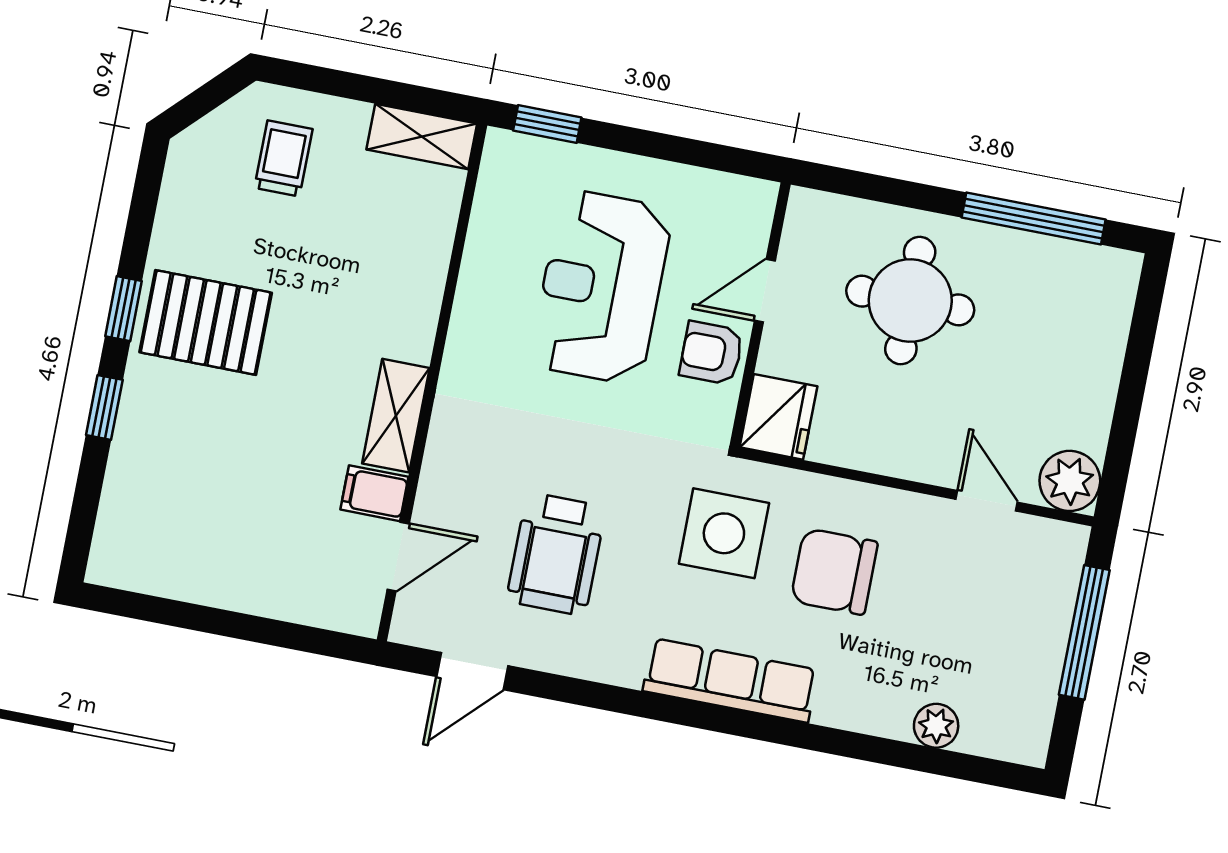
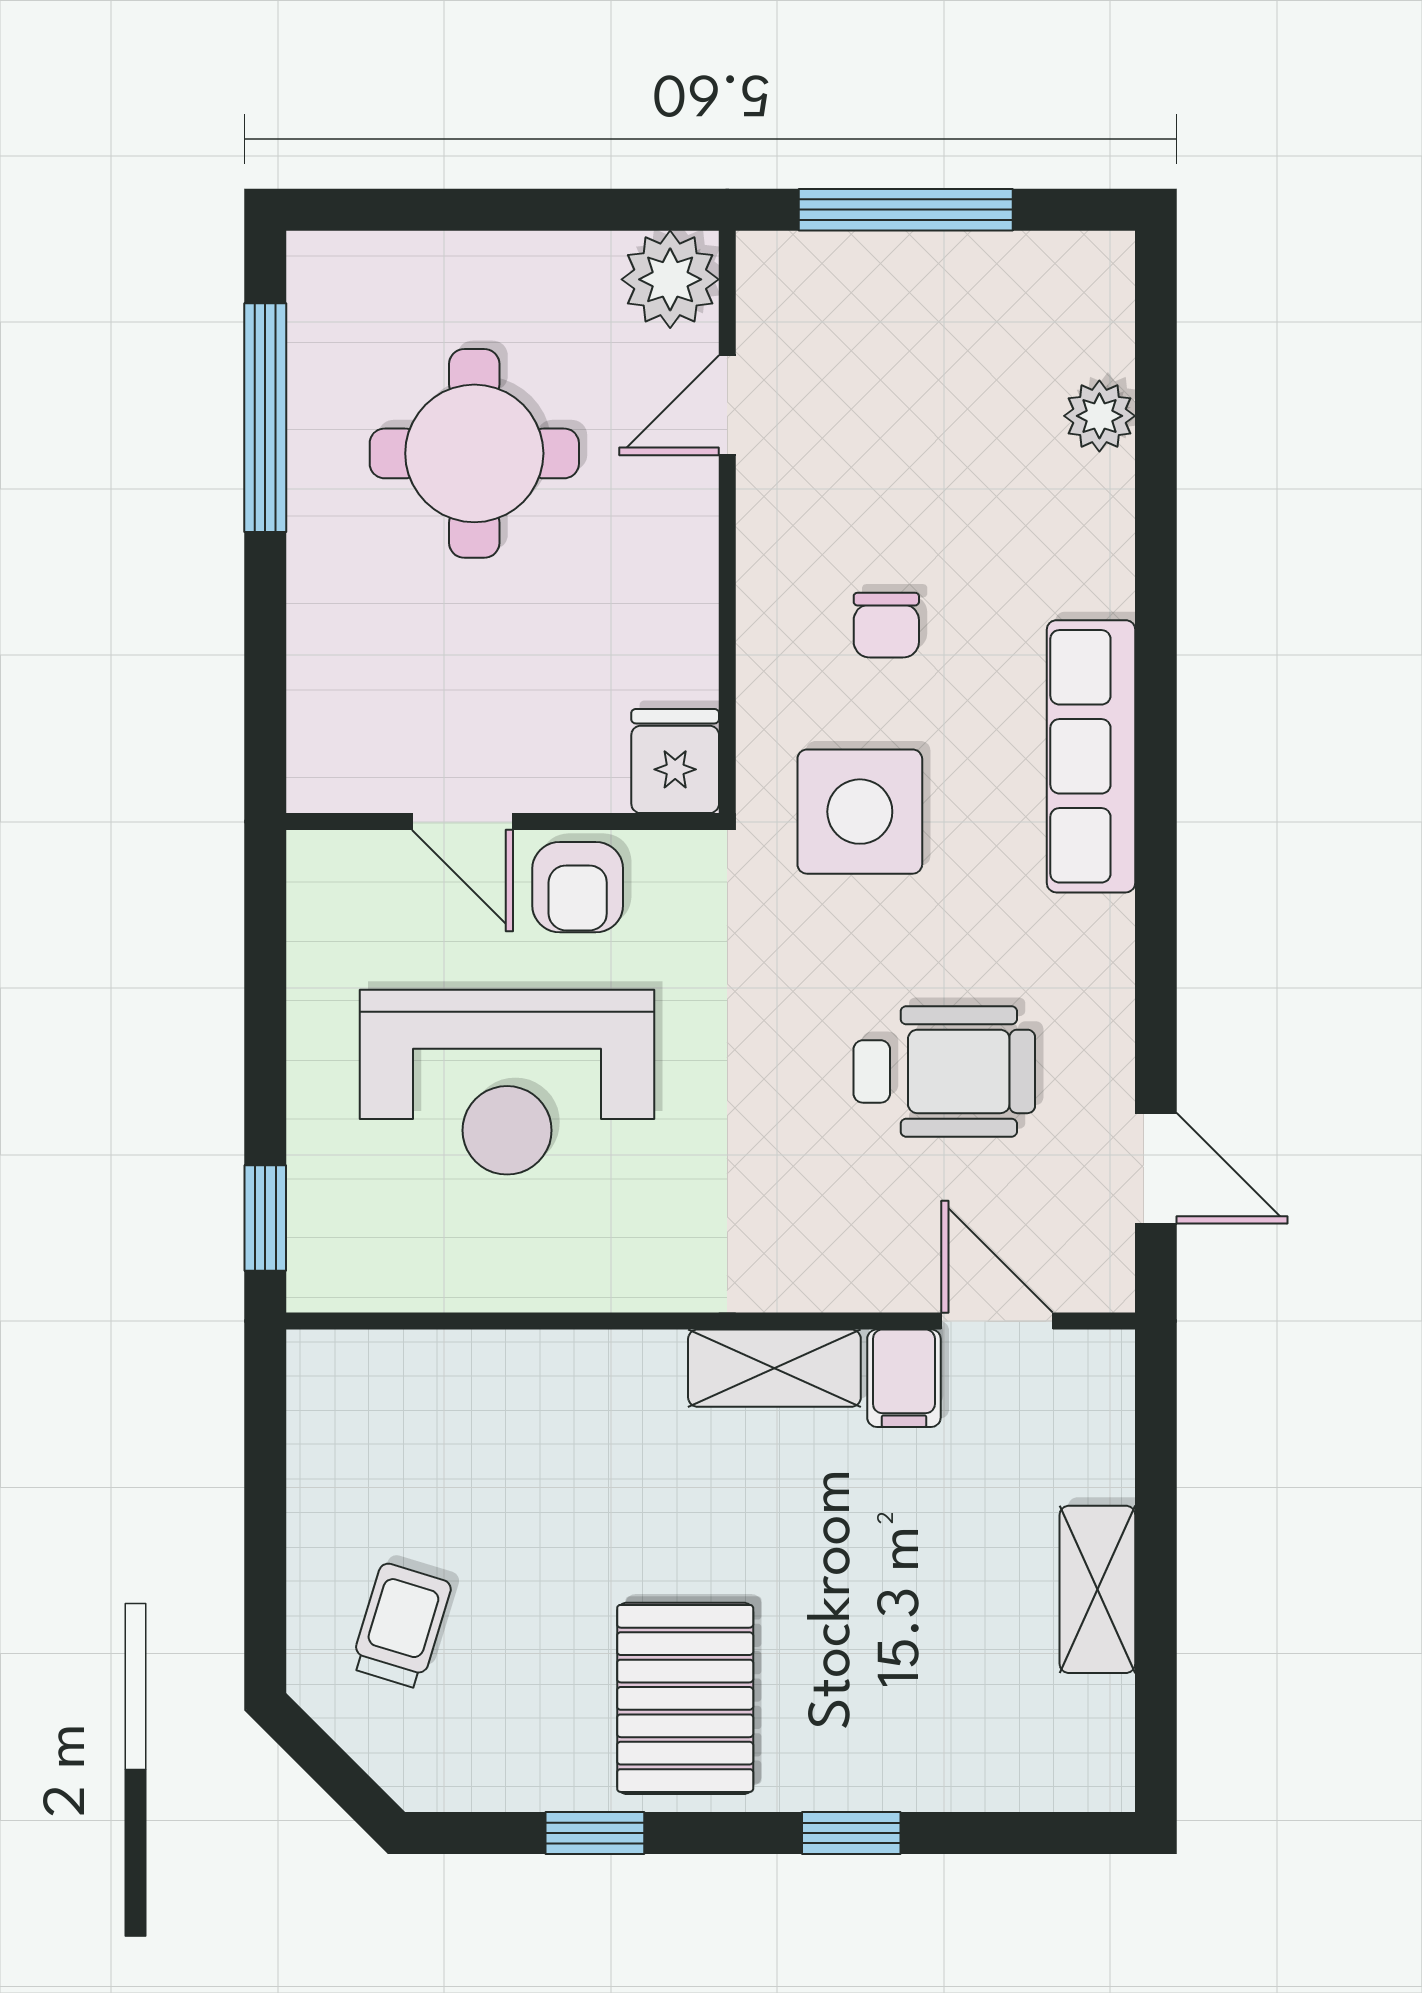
shelving: (422, 136) -> (1097, 1589), moved
trolley: (283, 158) -> (401, 1626), turned 107
round table: (910, 301) -> (474, 453), moved
window: (123, 309) -> (595, 1833), moved
fridge: (778, 417) -> (675, 761), width x0.72
chair: (834, 571) -> (886, 625), width x0.54, depth x0.54

